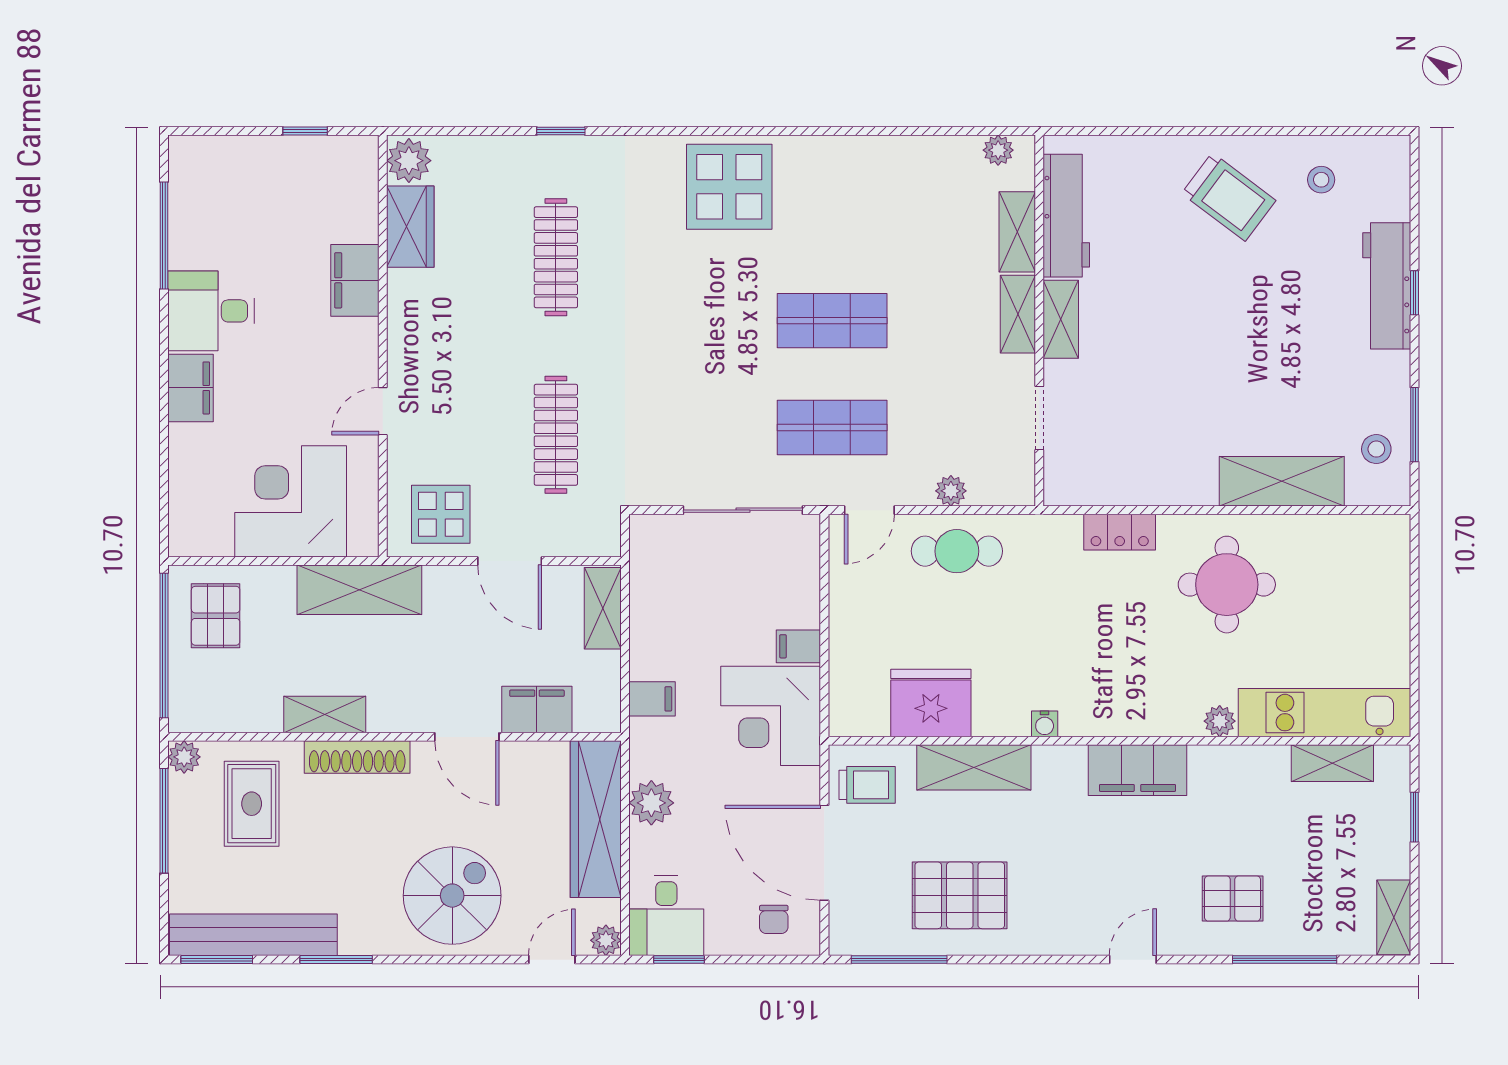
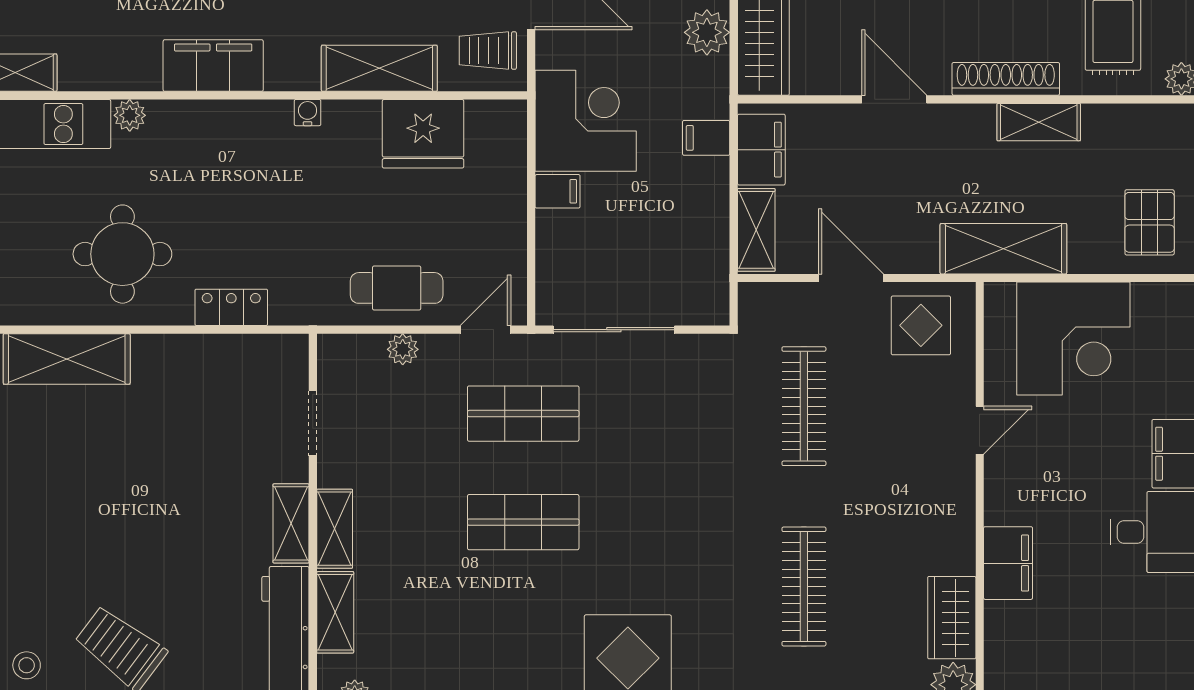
filing cabinet: (537, 710) -> (761, 150), moved, turned -90

